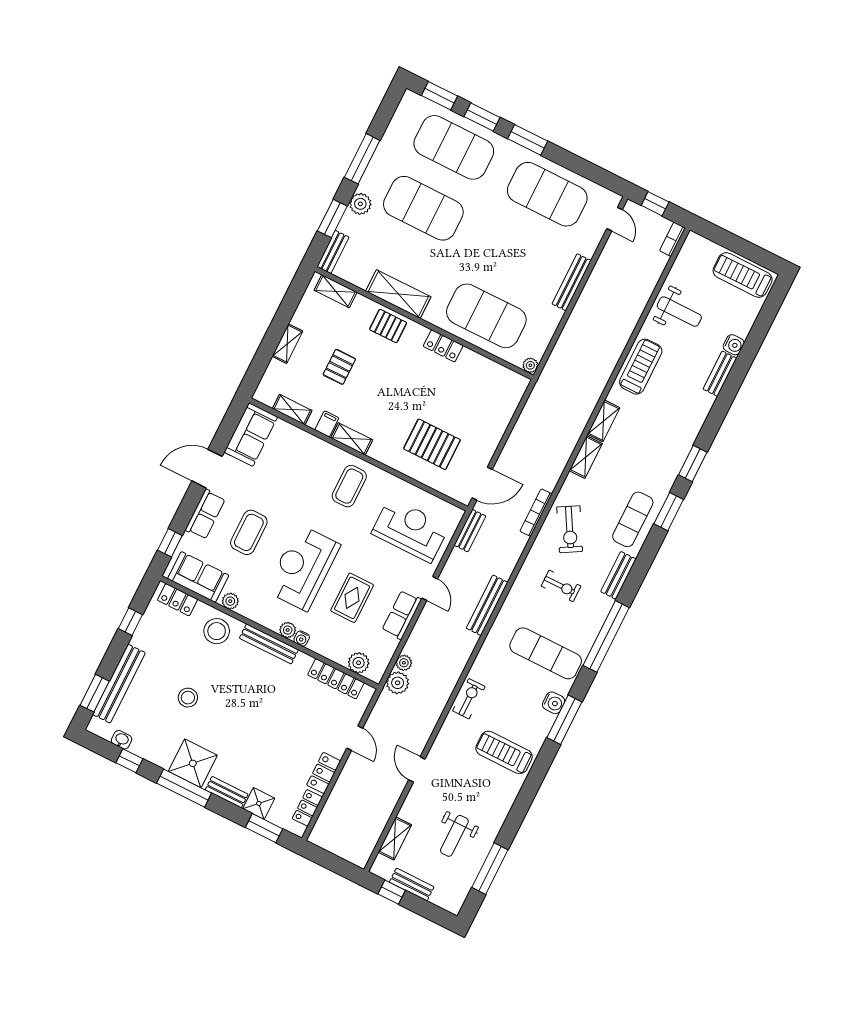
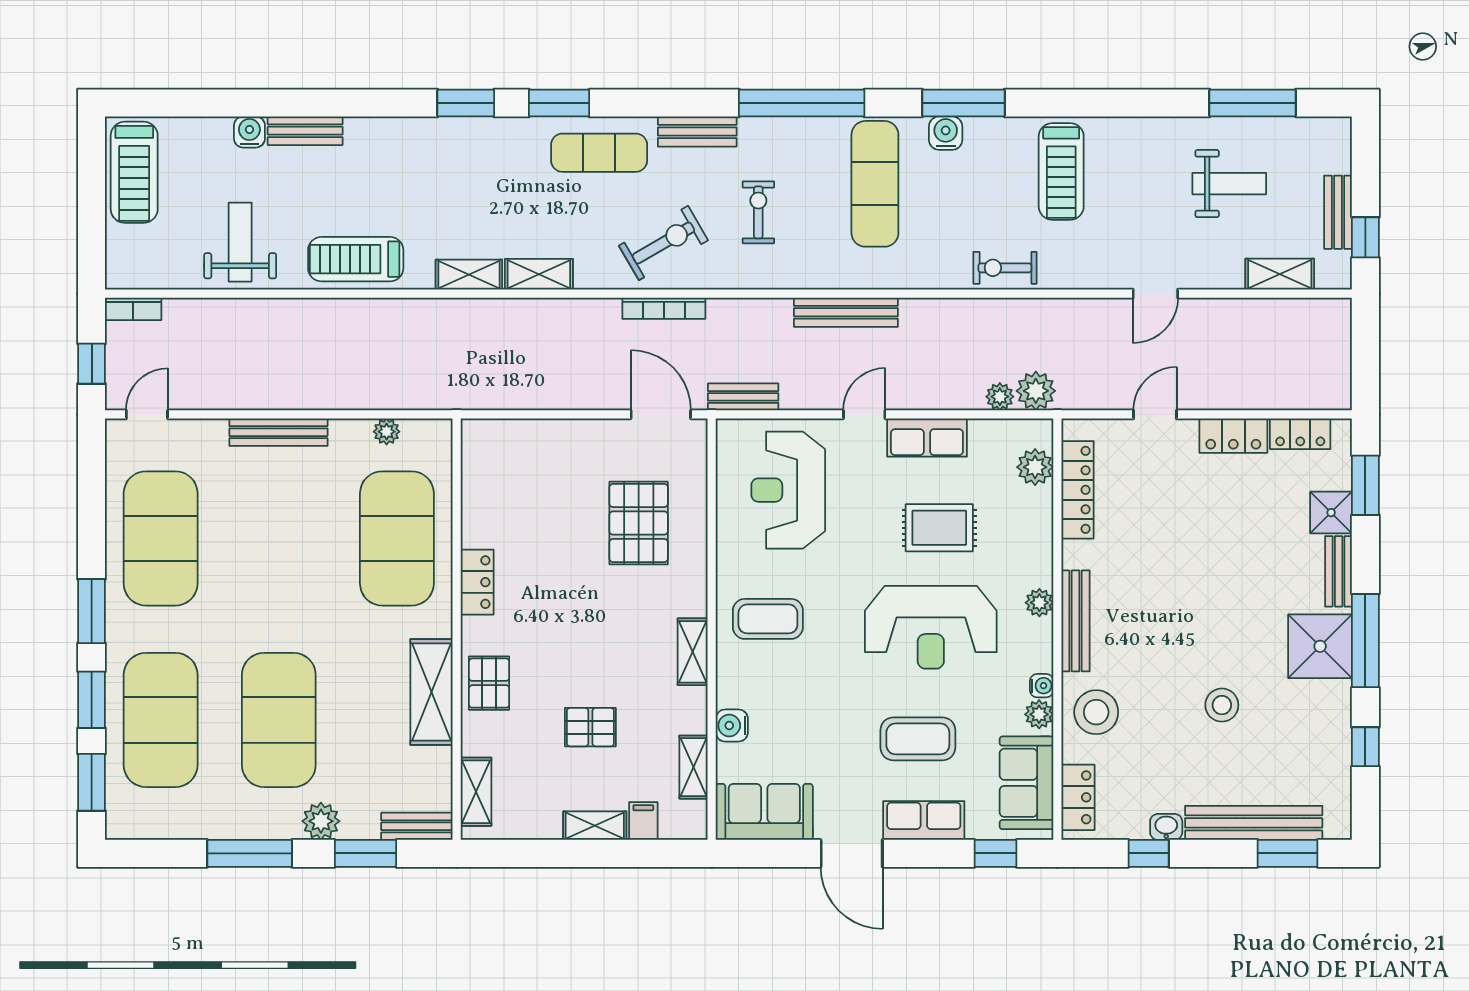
plant: (530, 365) -> (387, 432), moved
filing cabinet: (327, 424) -> (643, 821), moved, turned 90
water cooler: (304, 440) -> (732, 726), added
water cooler: (302, 639) -> (1042, 686), moved
washbasin: (122, 740) -> (1166, 827), moved, turned 90

